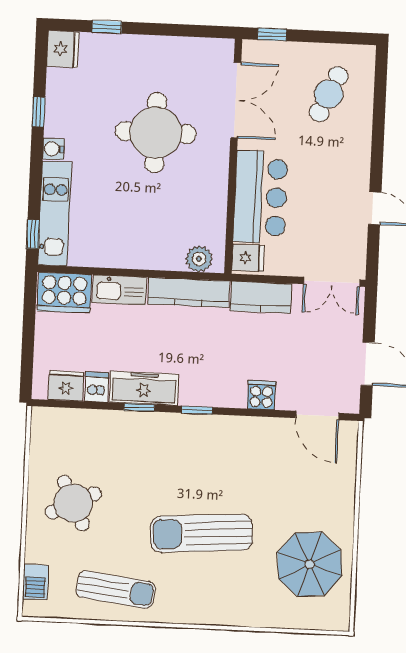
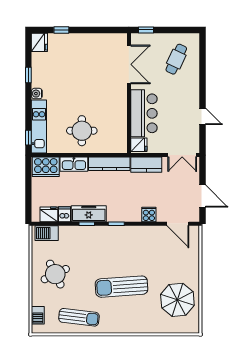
round table: (156, 133) -> (82, 131), moved, width x0.73, depth x0.73
plant: (199, 259) -> (114, 146), removed
barbecue: (60, 422) -> (47, 233), added

